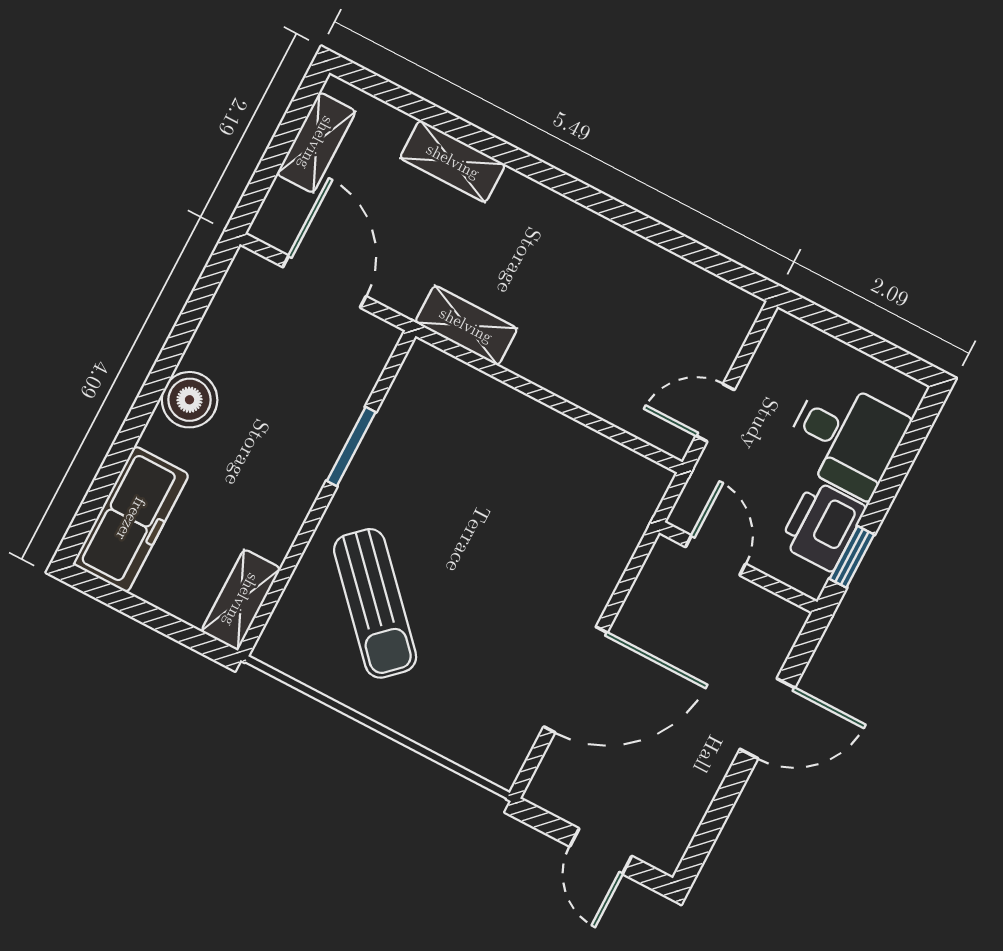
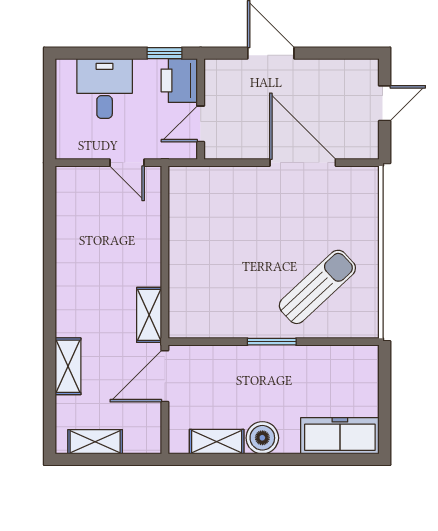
door: (324, 282) -> (165, 376), moved
window: (351, 446) -> (272, 342), moved
printer: (822, 526) -> (179, 80), moved, turned 90
shelving: (241, 600) -> (217, 442), moved

